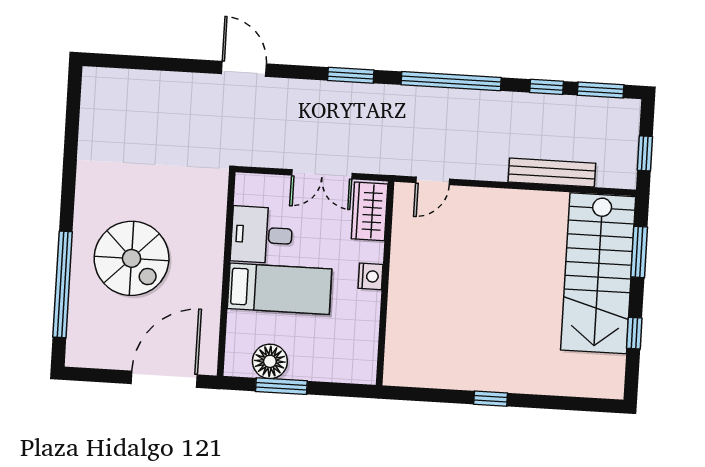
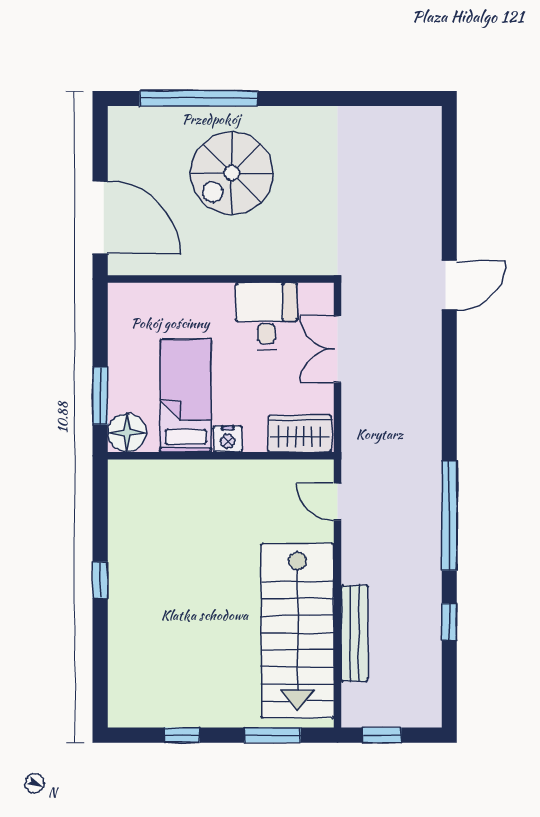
window: (351, 75) -> (449, 404), removed
window: (601, 90) -> (449, 682), removed
double door: (322, 174) -> (338, 349), moved
stairs: (598, 273) -> (298, 631), moved, turned -90
bed: (280, 289) -> (186, 396), moved, turned 180
floor lamp: (270, 361) -> (127, 433), moved
window: (281, 386) -> (100, 396), moved

